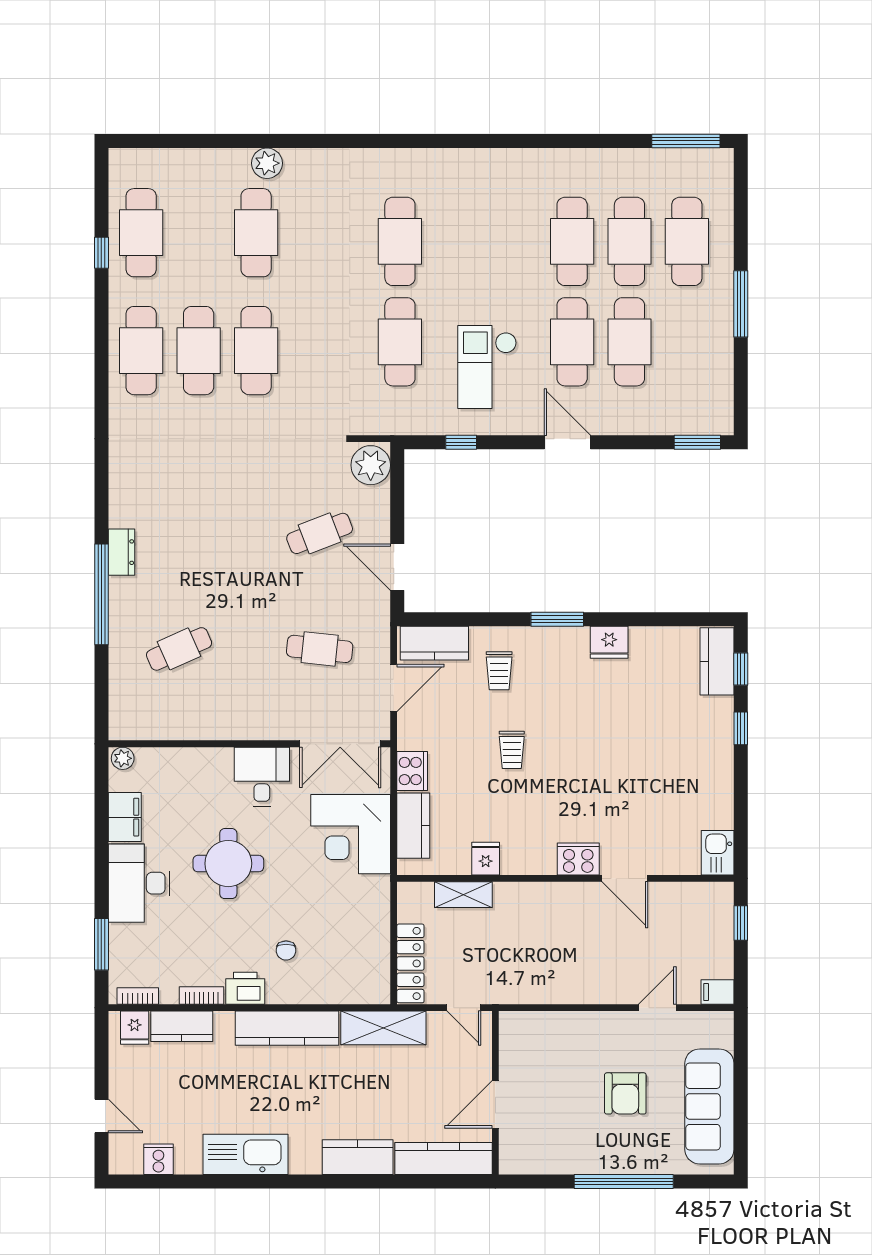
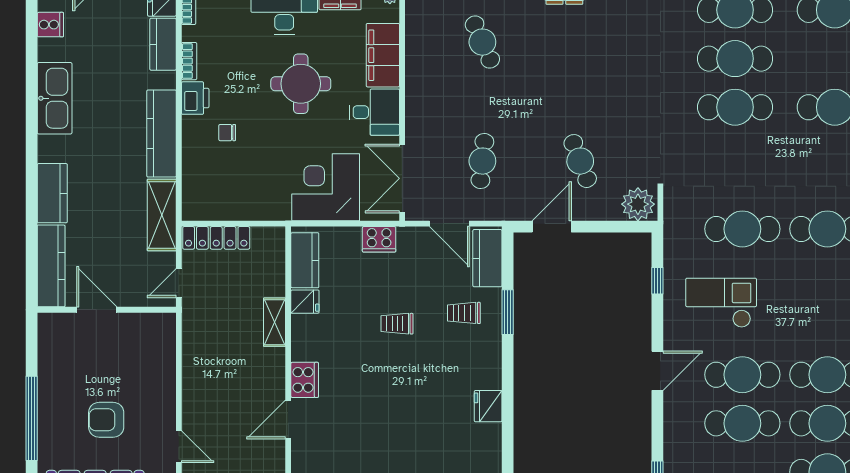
window: (557, 619) -> (508, 312), moved
filing cabinet: (195, 767) -> (383, 55), added
kitchen counter: (413, 826) -> (305, 260), moved, turned -90
shelving: (463, 895) -> (274, 322), moved

